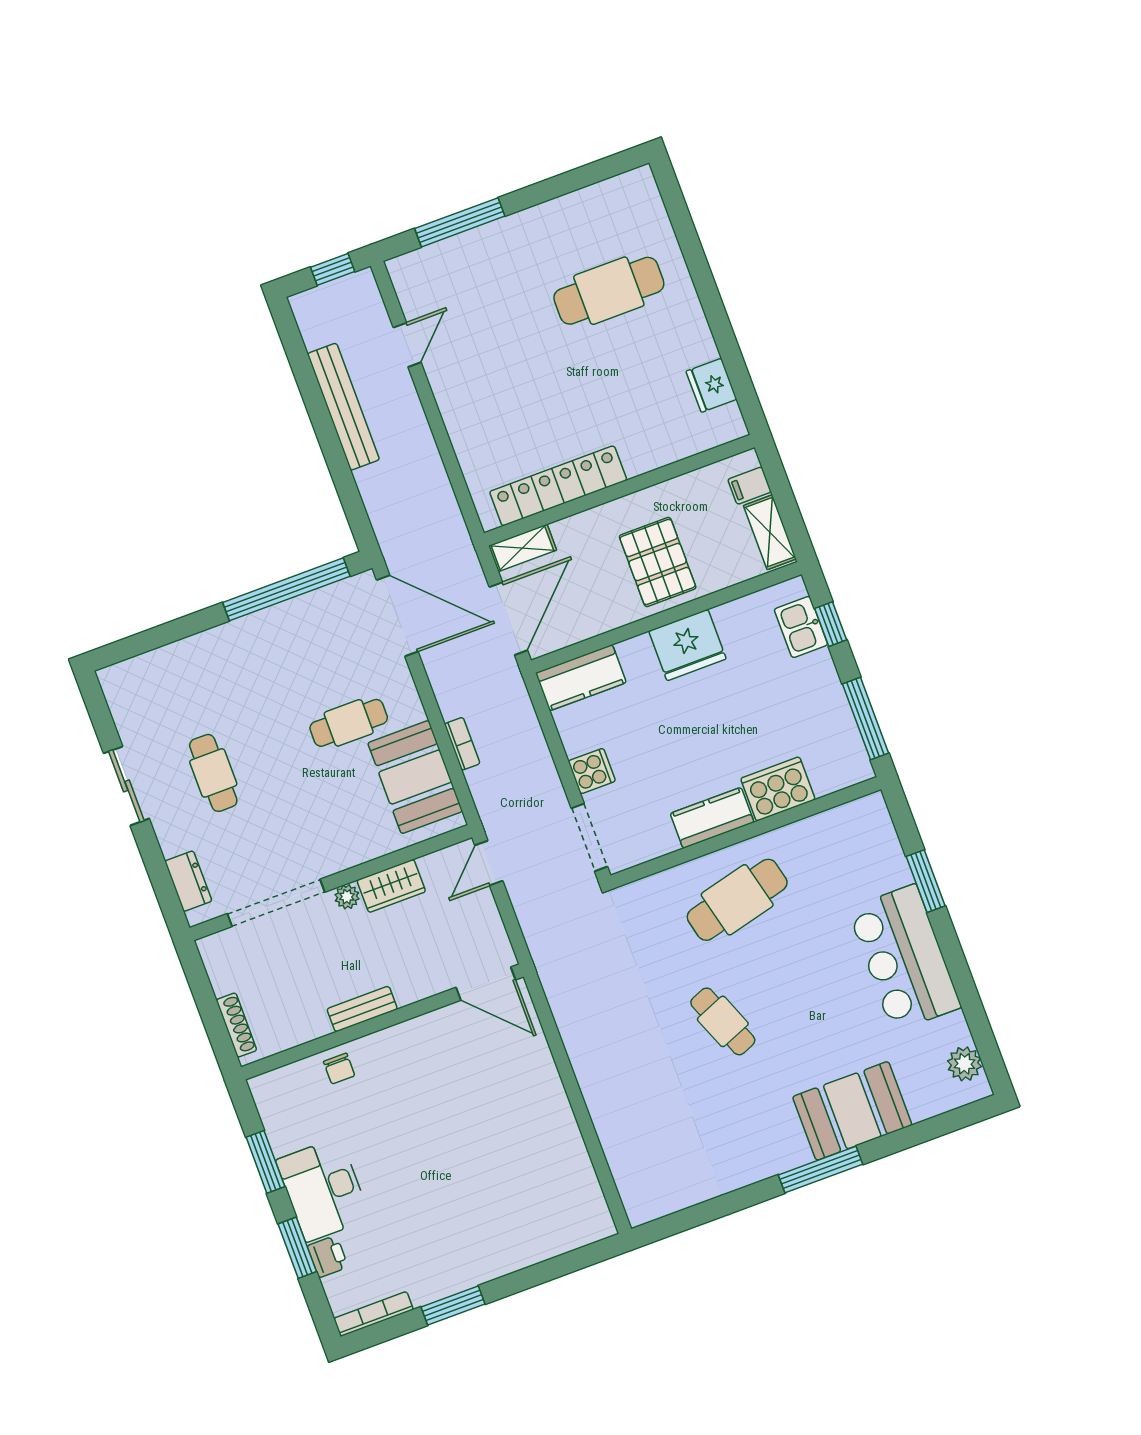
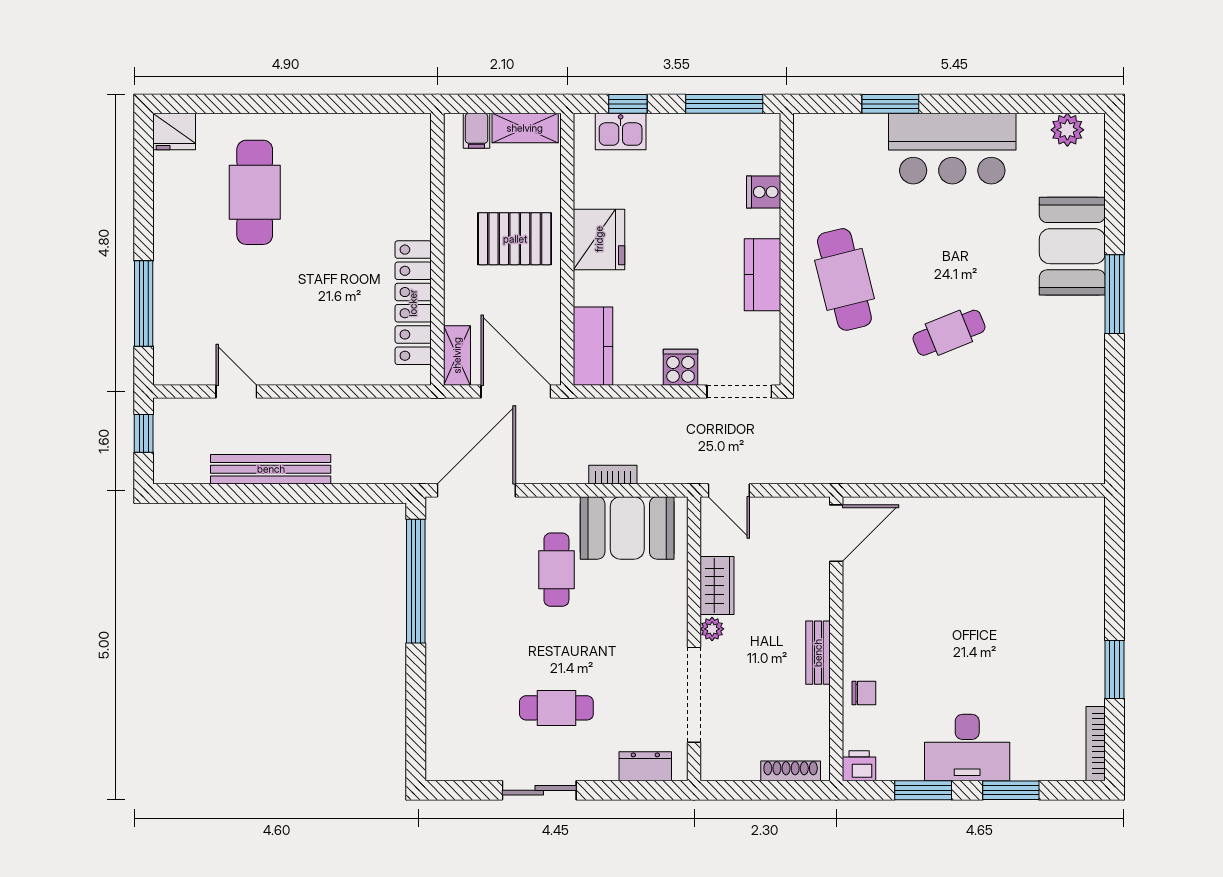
fridge: (712, 385) -> (174, 132), moved
cooker: (778, 789) -> (764, 192), width x0.53, depth x0.76
printer: (328, 1257) -> (859, 766), moved

